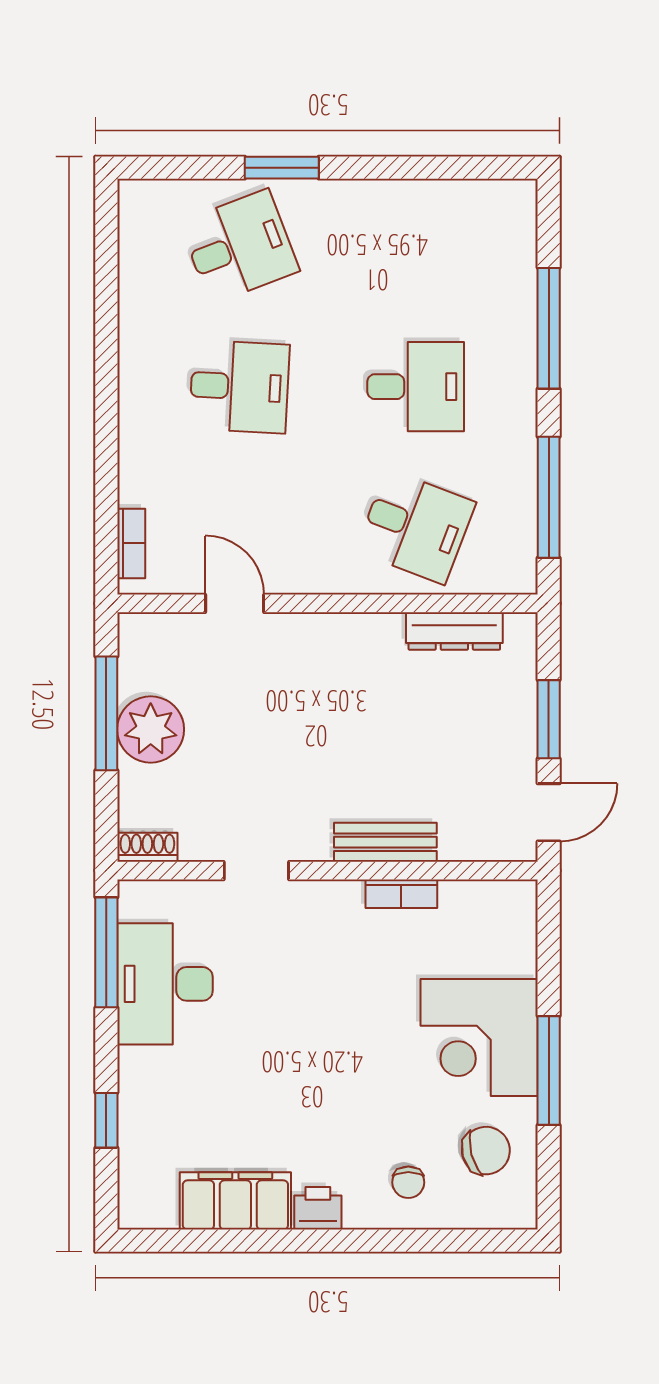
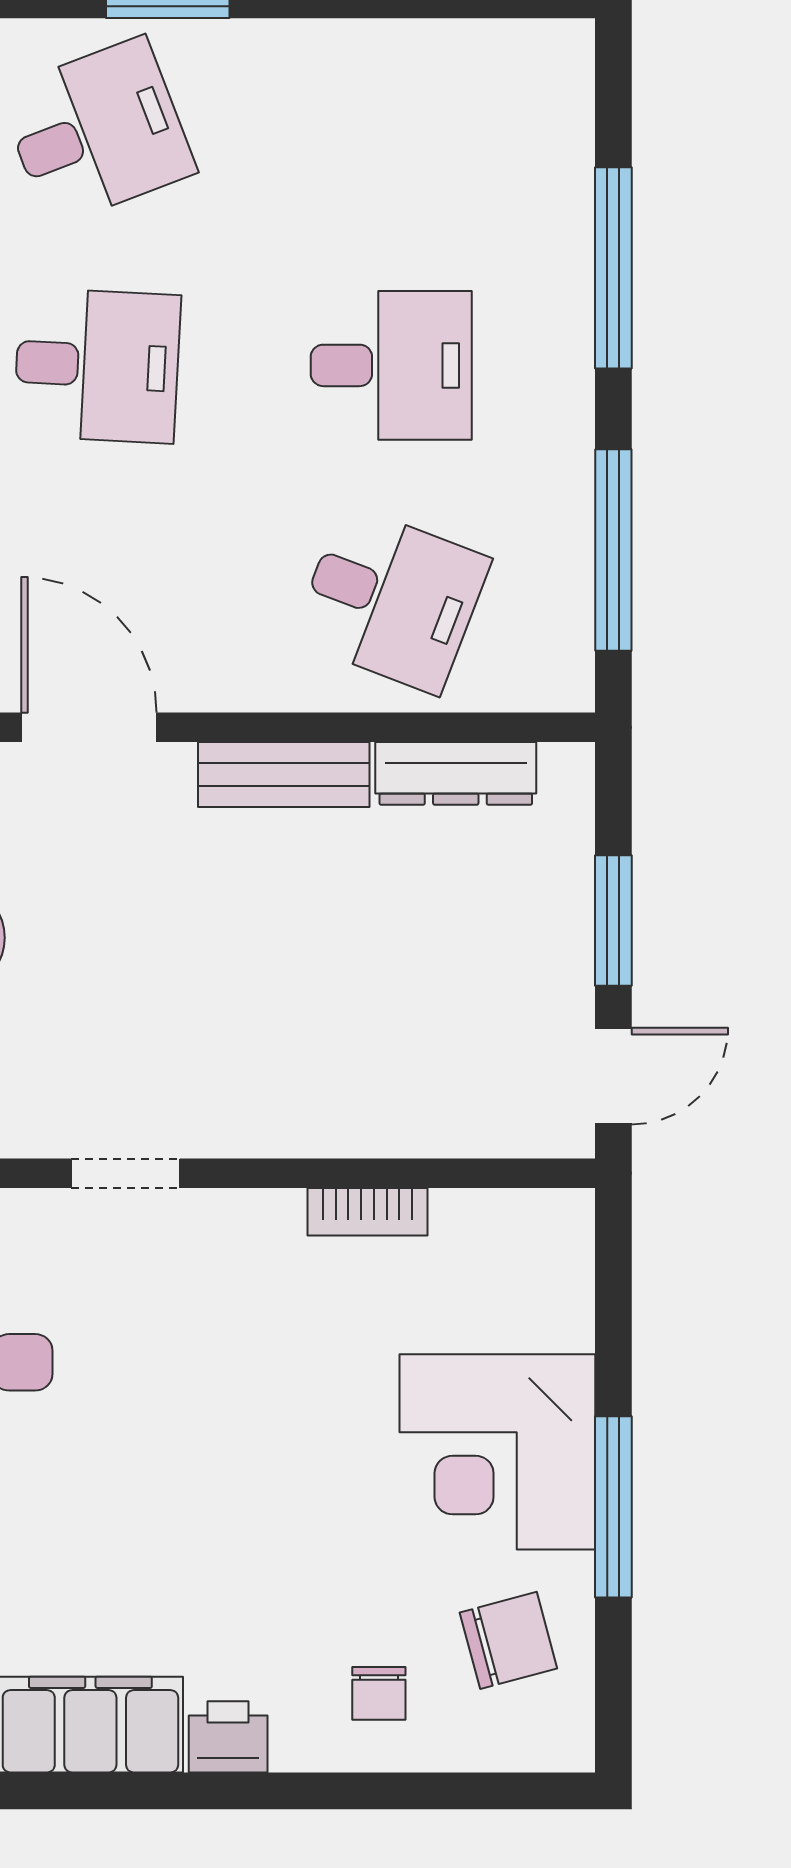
door: (235, 603) -> (89, 727), width x1.37
bench: (385, 842) -> (284, 775), moved

